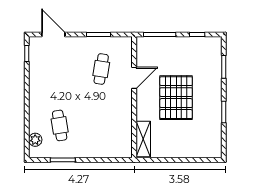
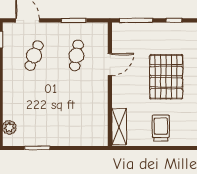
pallet: (176, 98) -> (166, 77), moved
cafe table: (60, 125) -> (34, 55), moved, turned 30
trolley: (184, 140) -> (161, 128), added

